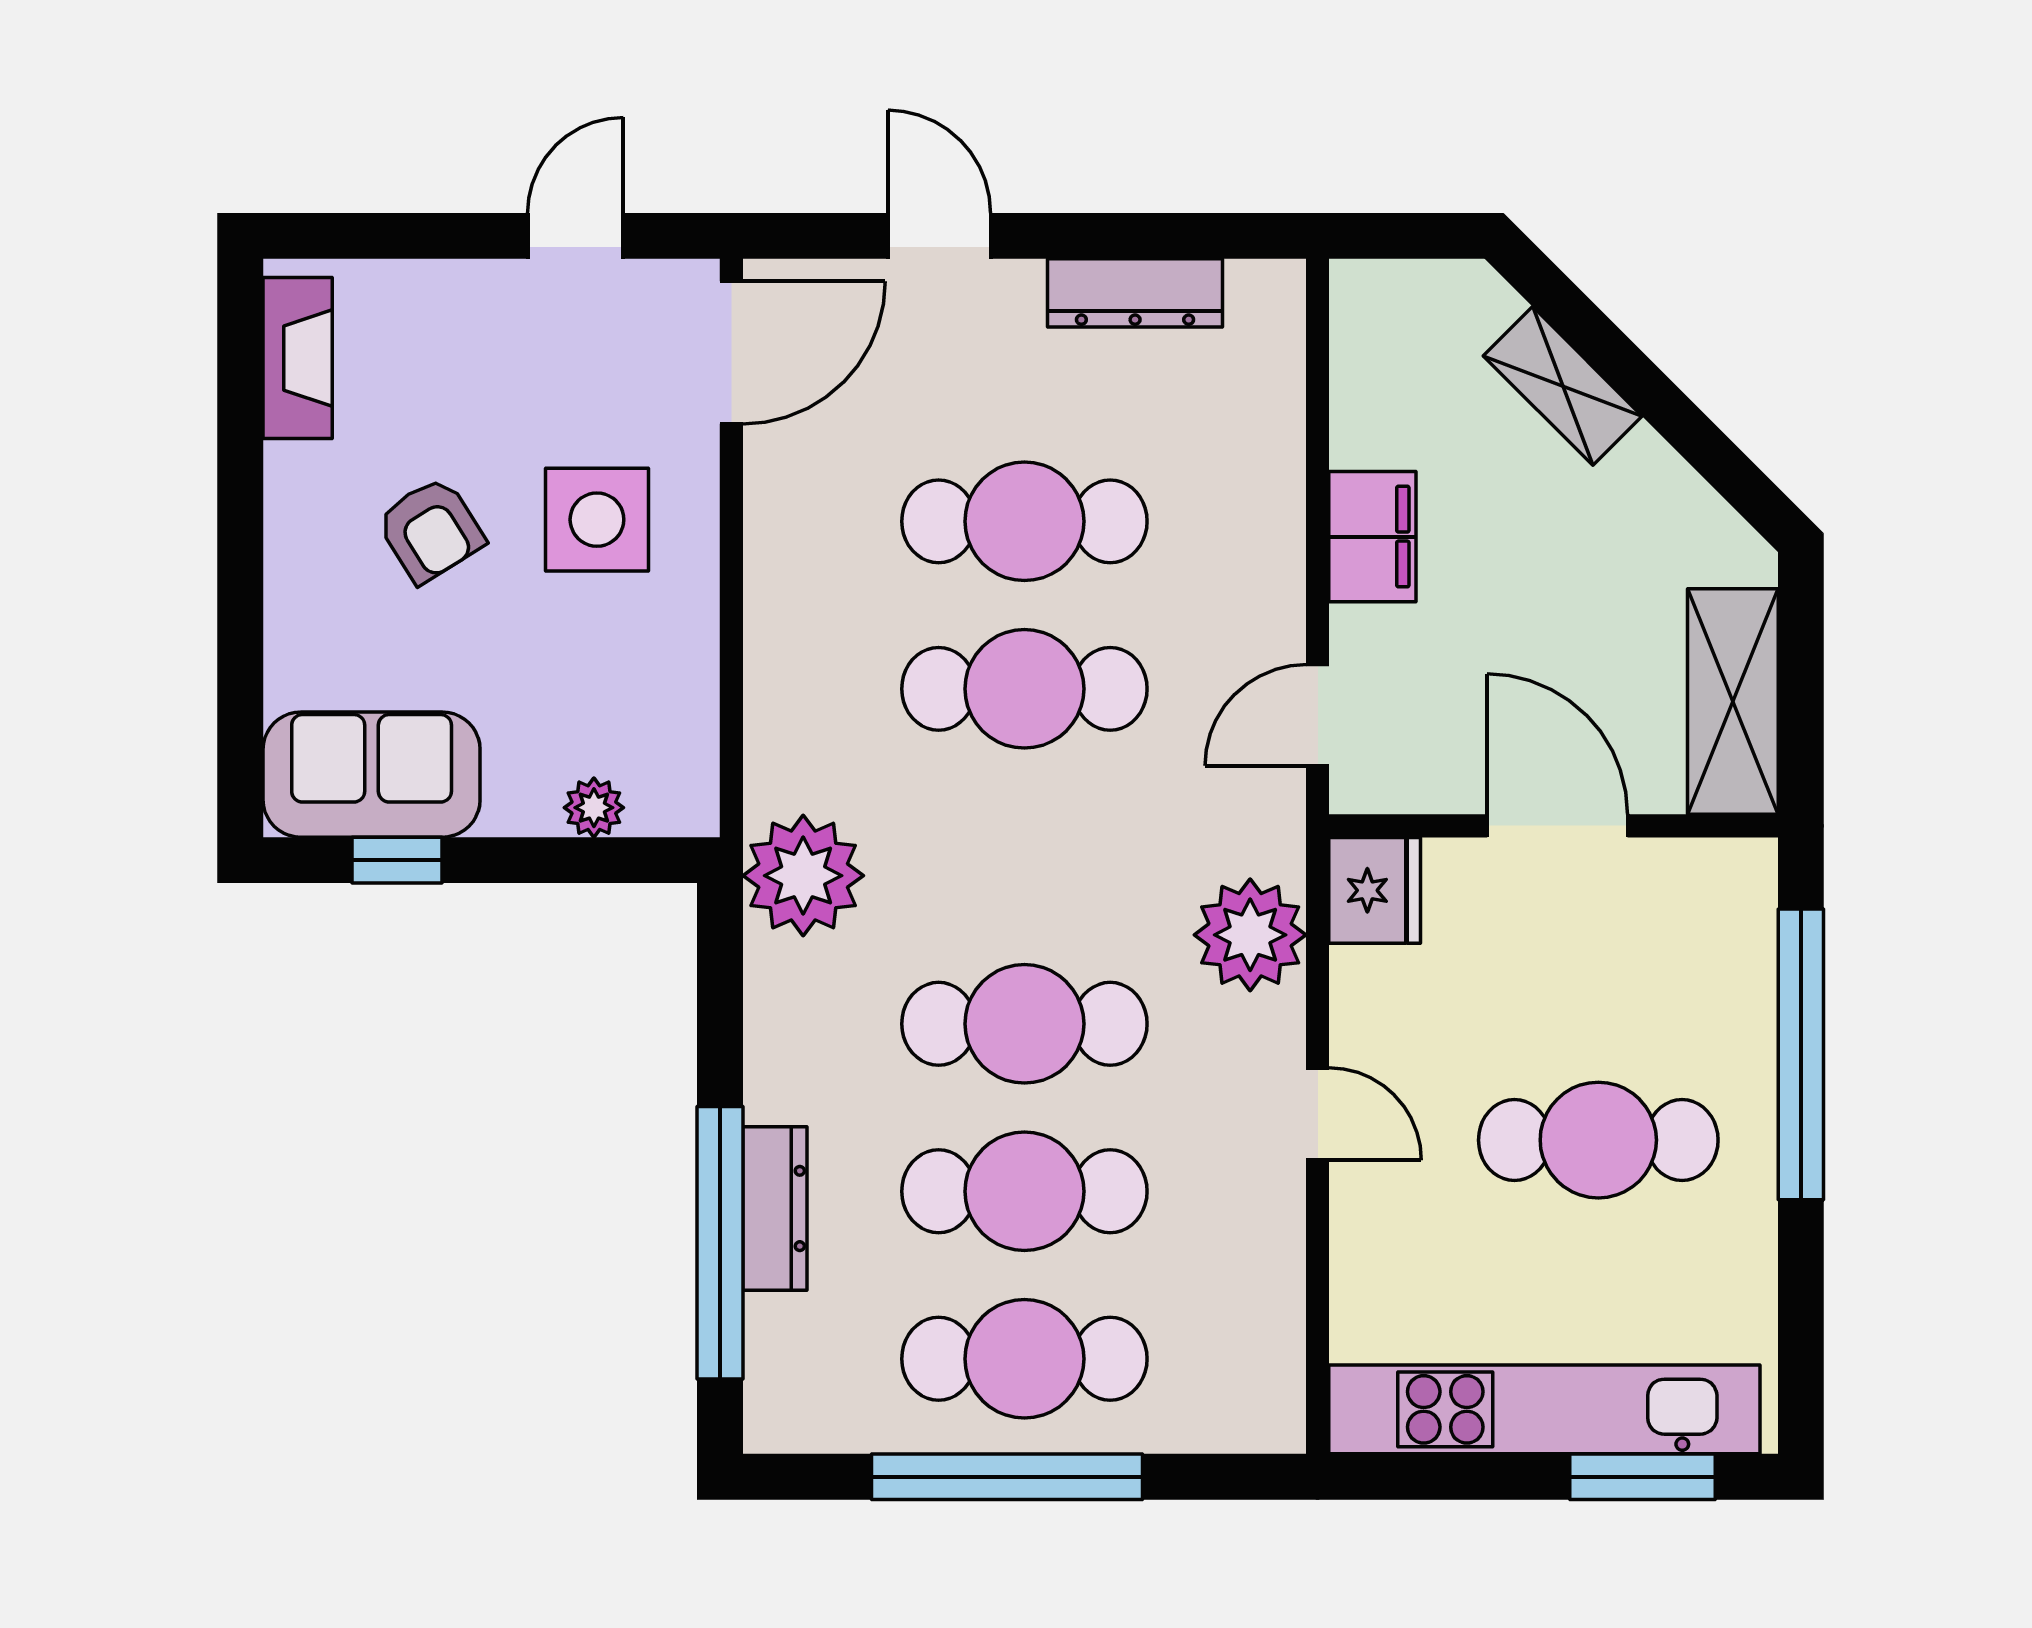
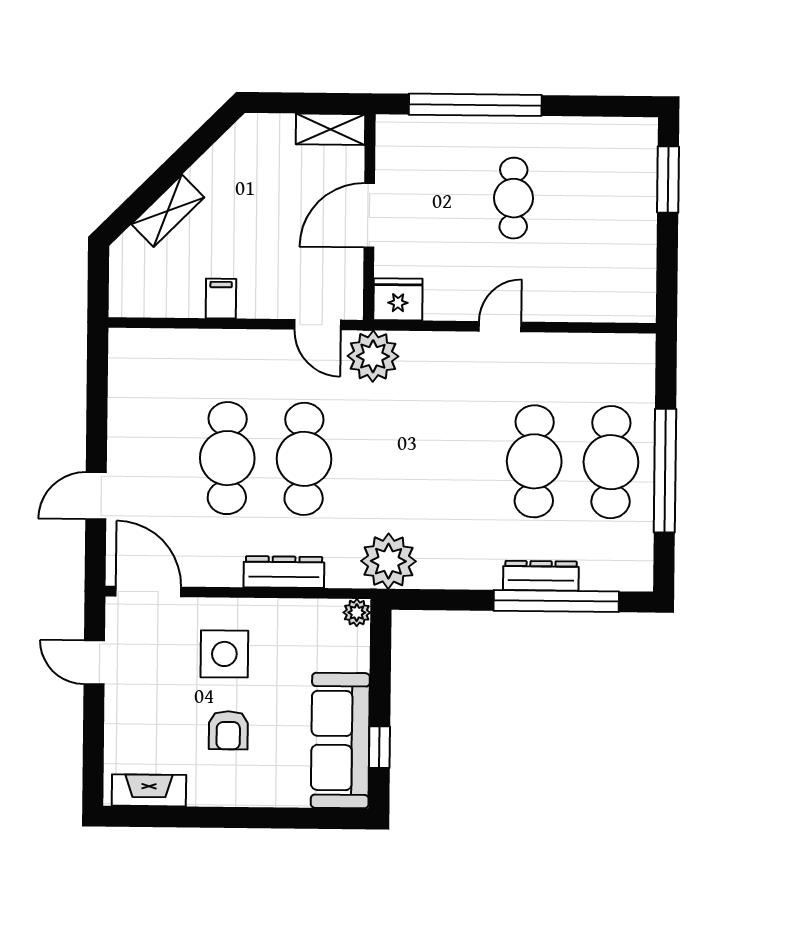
dresser: (1135, 293) -> (284, 572), moved, turned -90
armchair: (431, 530) -> (228, 730), turned 122
filing cabinet: (1372, 537) -> (221, 299), width x0.50
shelving: (1733, 701) -> (330, 129), width x0.67, depth x0.75
sofa: (372, 775) -> (340, 741), width x1.36
plant: (594, 808) -> (357, 613), moved
plant: (1250, 935) -> (373, 356), moved
cafe table: (1024, 1024) -> (457, 460), removed
cafe table: (1598, 1140) -> (513, 198), width x0.73, depth x0.74
kitchen unit: (1544, 1409) -> (637, 224), removed

